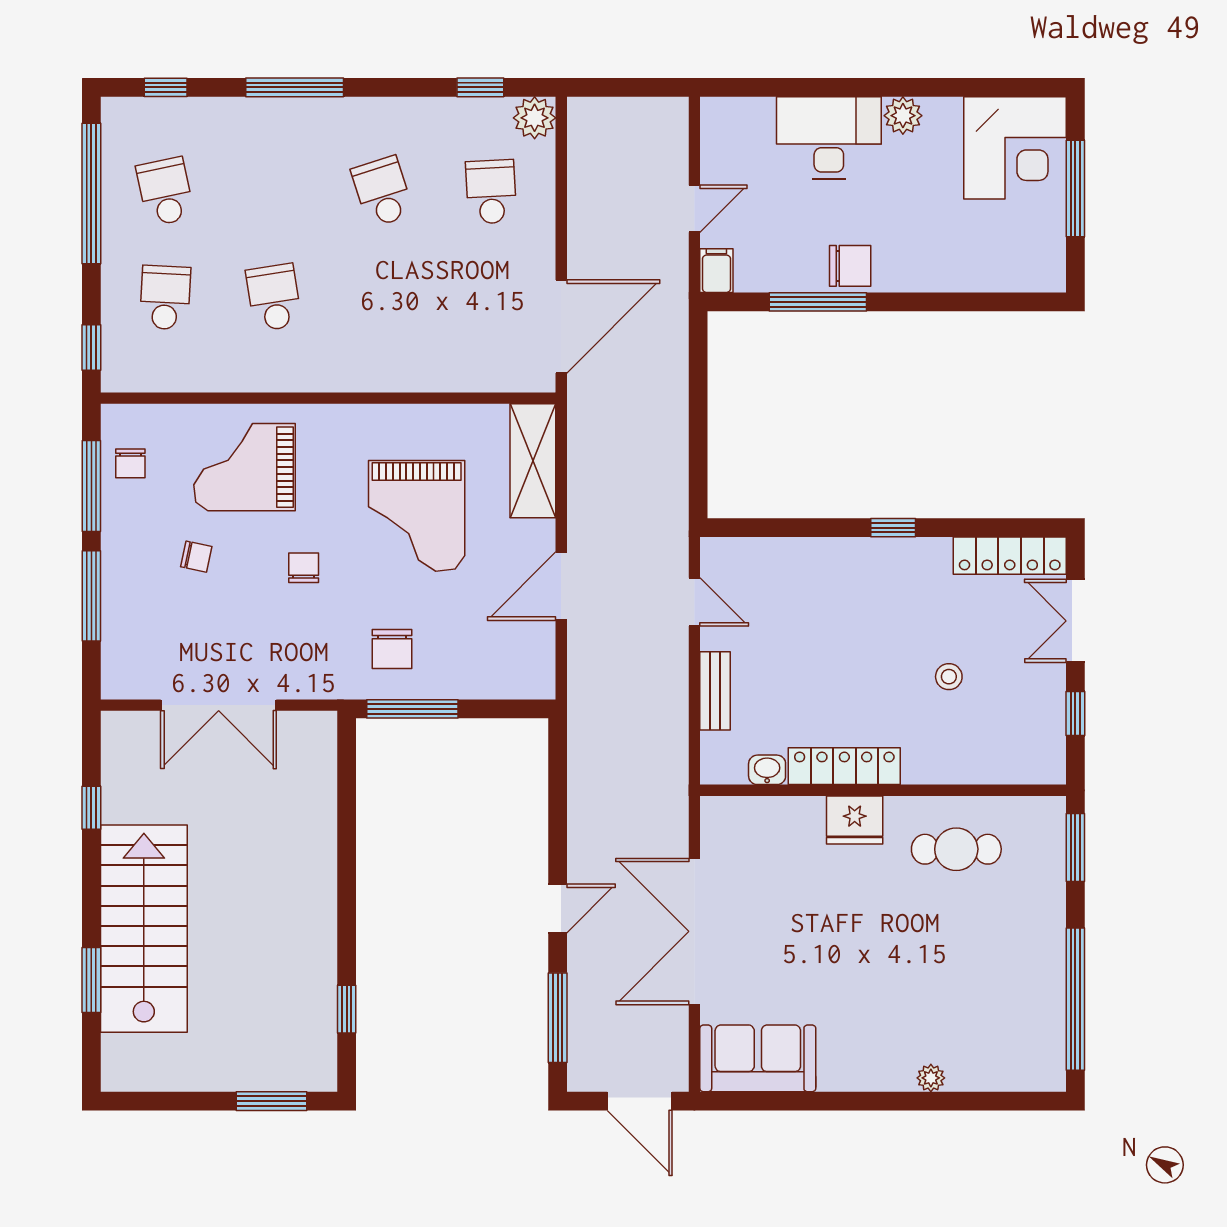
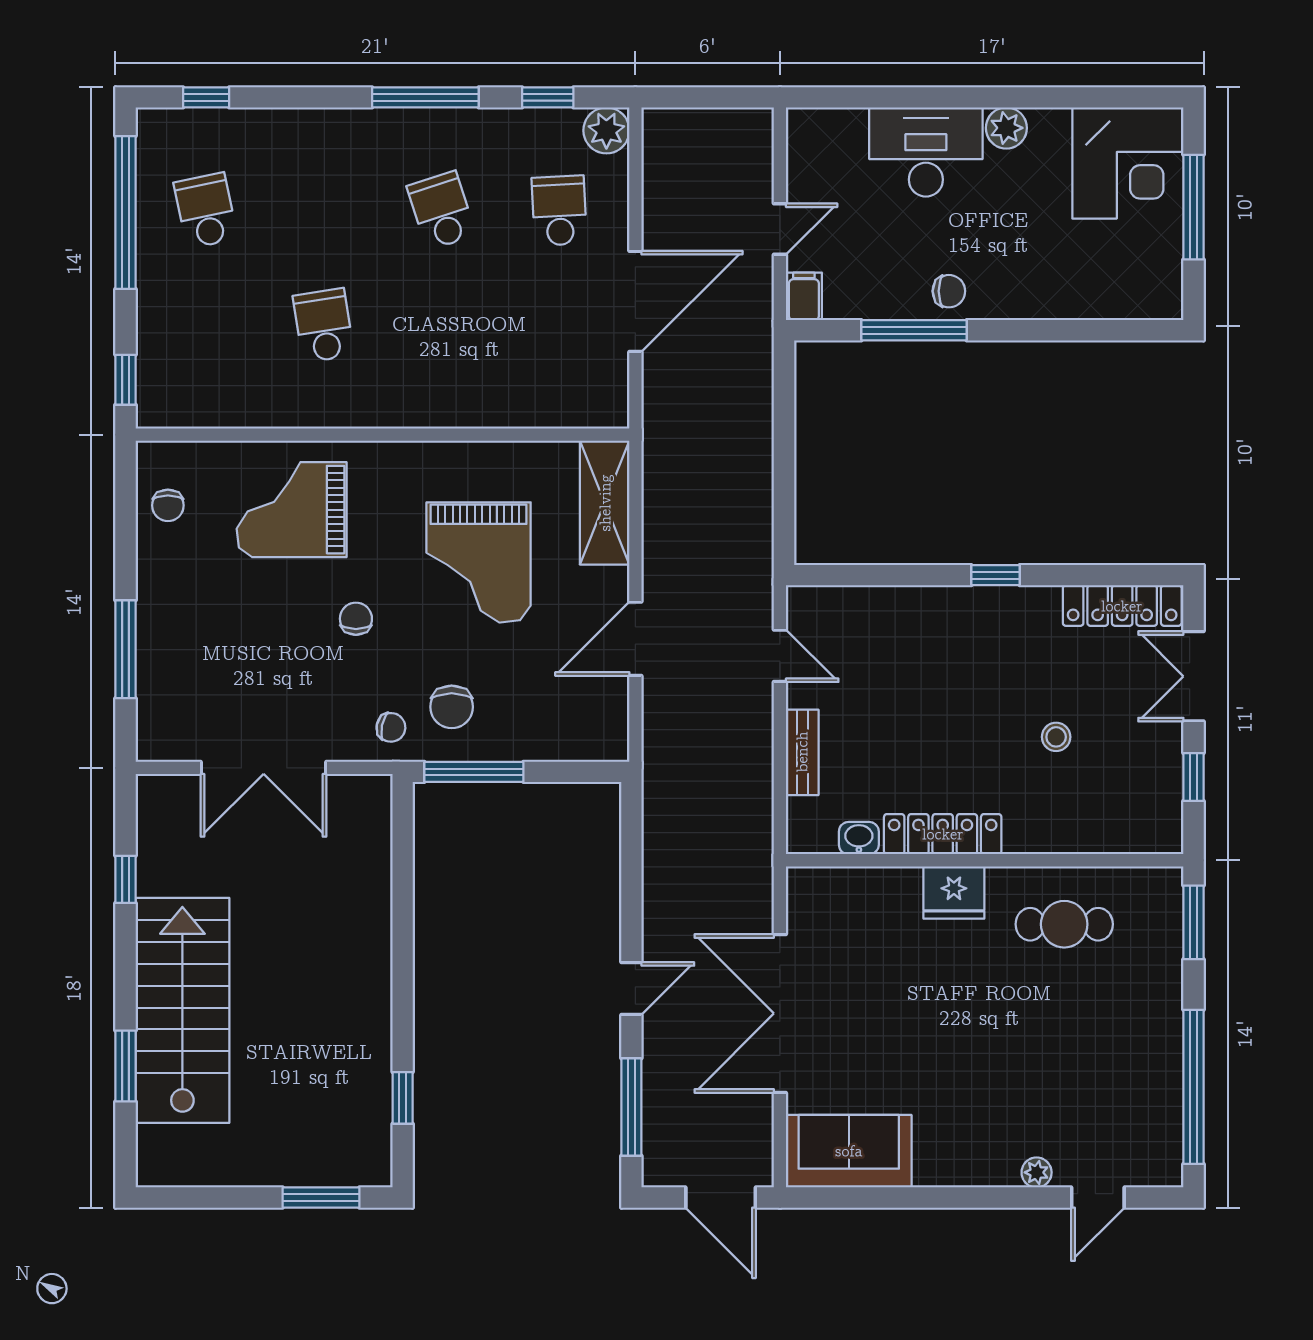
window: (295, 87) -> (425, 97), moved
chair: (850, 266) -> (949, 291), width x0.73, depth x0.73
school desk: (165, 298) -> (206, 325), removed
door: (561, 327) -> (635, 301), moved
window: (91, 486) -> (125, 530), removed
chair: (196, 557) -> (391, 727), moved
door: (987, 1101) -> (1098, 1198), added

